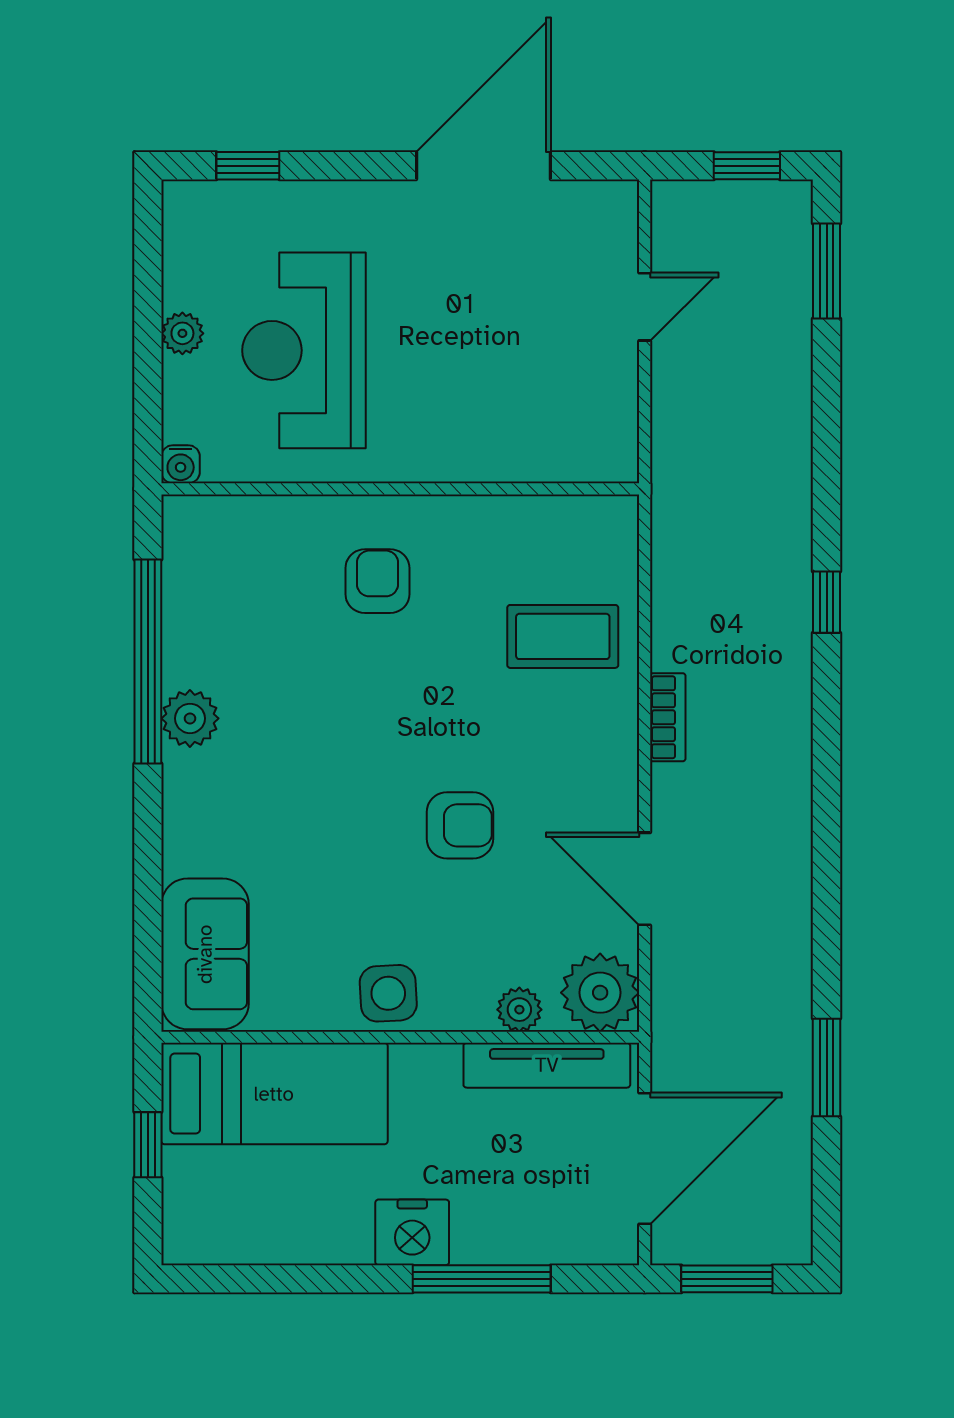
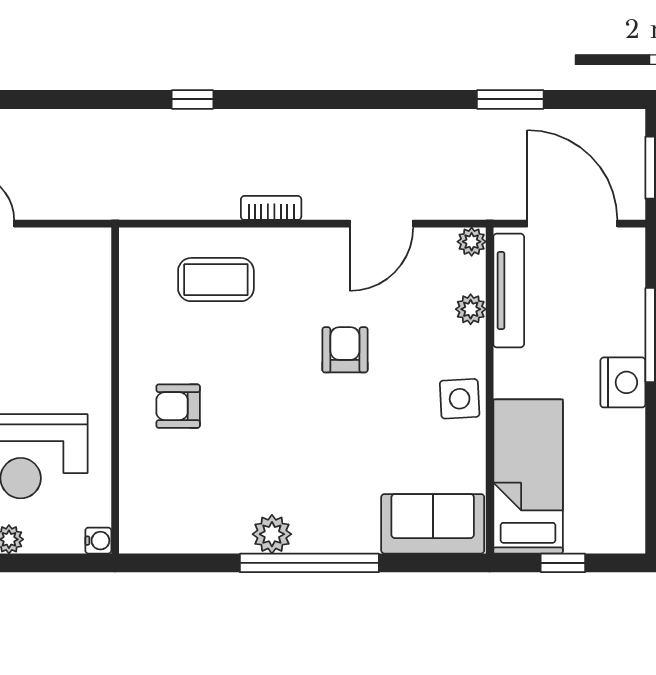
coffee table: (563, 636) -> (216, 280), turned 90
window: (148, 661) -> (309, 563), moved
plant: (600, 993) -> (472, 242), width x0.53, depth x0.53

